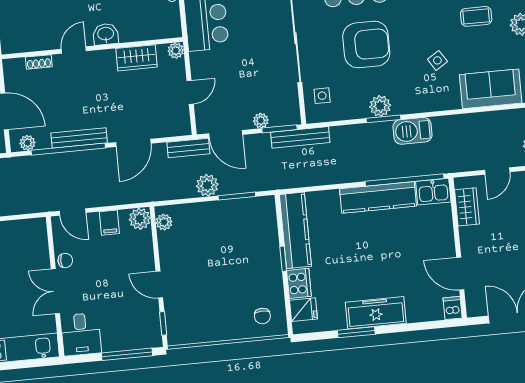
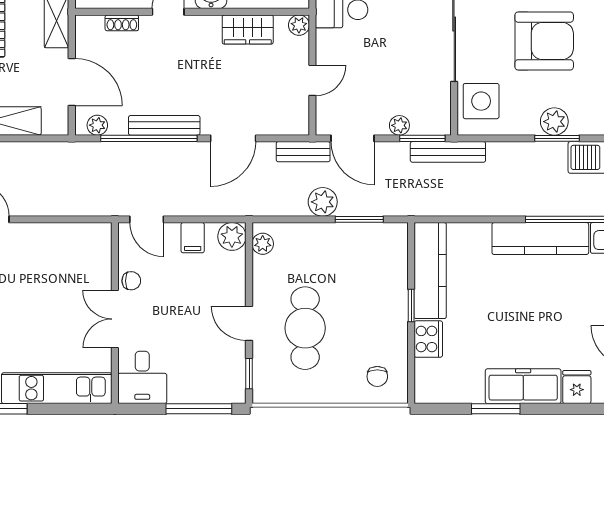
side table: (322, 96) -> (481, 101), width x1.87, depth x1.87
cafe table: (203, 284) -> (305, 328), added
fridge: (303, 310) -> (577, 387), moved, turned -90

